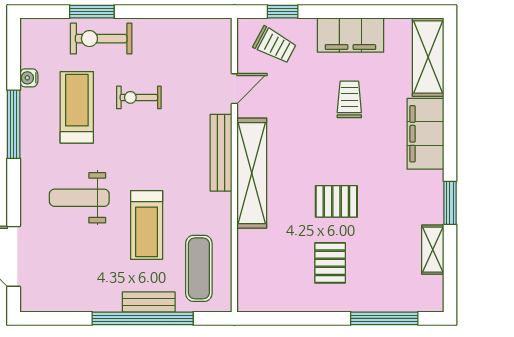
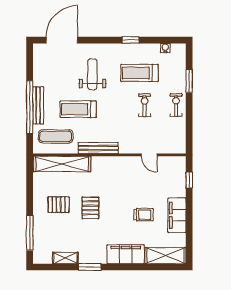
exercise bike: (101, 39) -> (176, 105), moved, width x0.73, depth x0.72
trolley: (275, 45) -> (172, 176), removed
water cooler: (29, 78) -> (165, 48), moved
treadmill: (77, 107) -> (139, 73), turned 180
window: (14, 124) -> (131, 40), width x0.46
bench: (221, 153) -> (98, 148), moved
shelving: (252, 173) -> (62, 164), moved
bench: (149, 302) -> (38, 105), width x1.36

